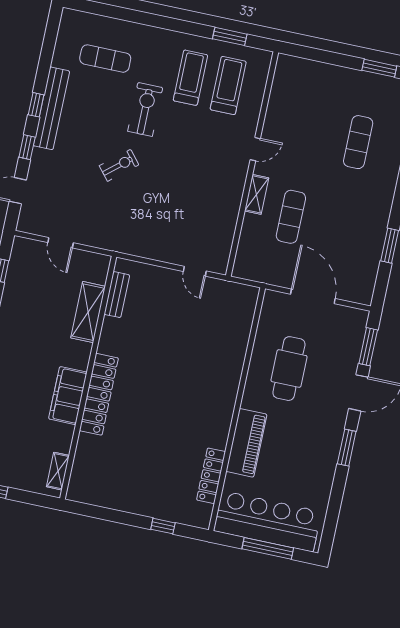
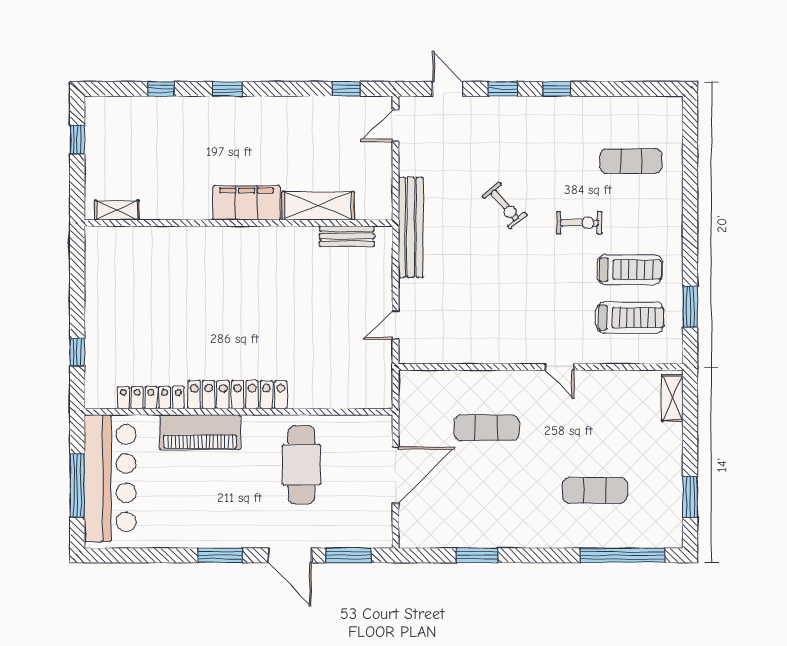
exercise mat: (105, 59) -> (631, 161), turned 90
bench: (51, 108) -> (411, 227), moved, turned 90
exercise bike: (145, 109) -> (579, 223), width x0.73, depth x0.72
shelving: (257, 194) -> (672, 398), moved, turned 90
door: (61, 243) -> (395, 125), moved
cafe table: (289, 369) -> (301, 465), turned 90
locker: (99, 394) -> (238, 395), moved, turned 180
filing cabinet: (68, 396) -> (247, 203), moved

